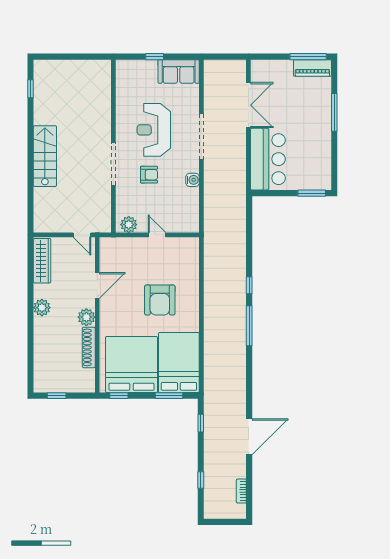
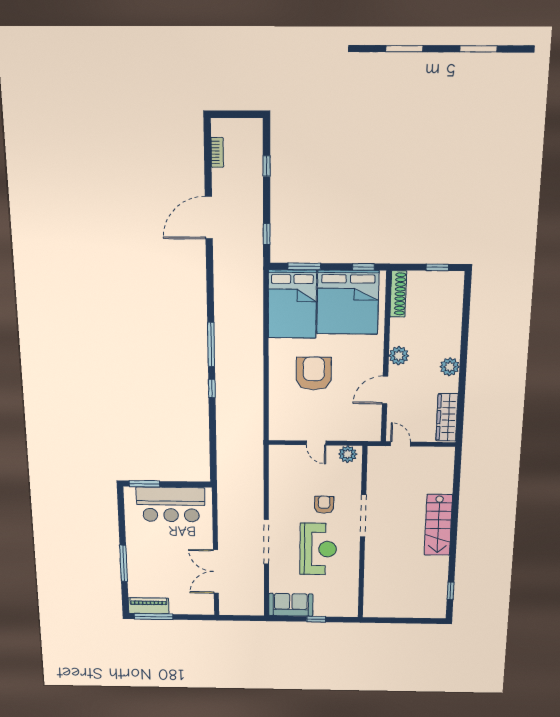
bar counter: (268, 159) -> (171, 504), moved, turned -90
armchair: (149, 175) -> (324, 505), turned 90
water cooler: (193, 180) -> (276, 499), removed
shoe rack: (89, 347) -> (398, 294), moved

